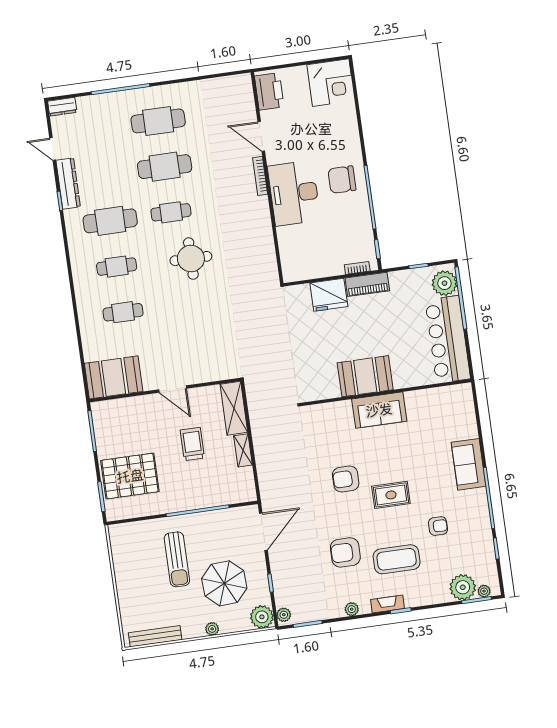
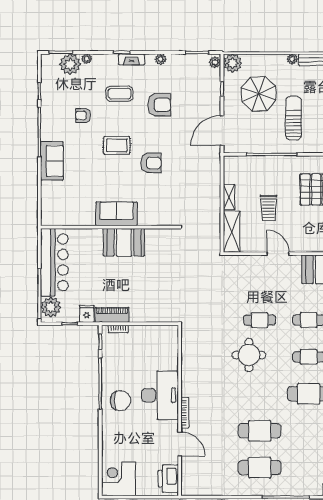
cafe table: (171, 212) -> (260, 320), moved
fridge: (329, 295) -> (87, 314), moved, width x0.53, depth x0.75
coffee table: (397, 559) -> (119, 94), width x0.73, depth x0.76
plant: (484, 591) -> (87, 59), moved
plant: (212, 629) -> (292, 59), moved

